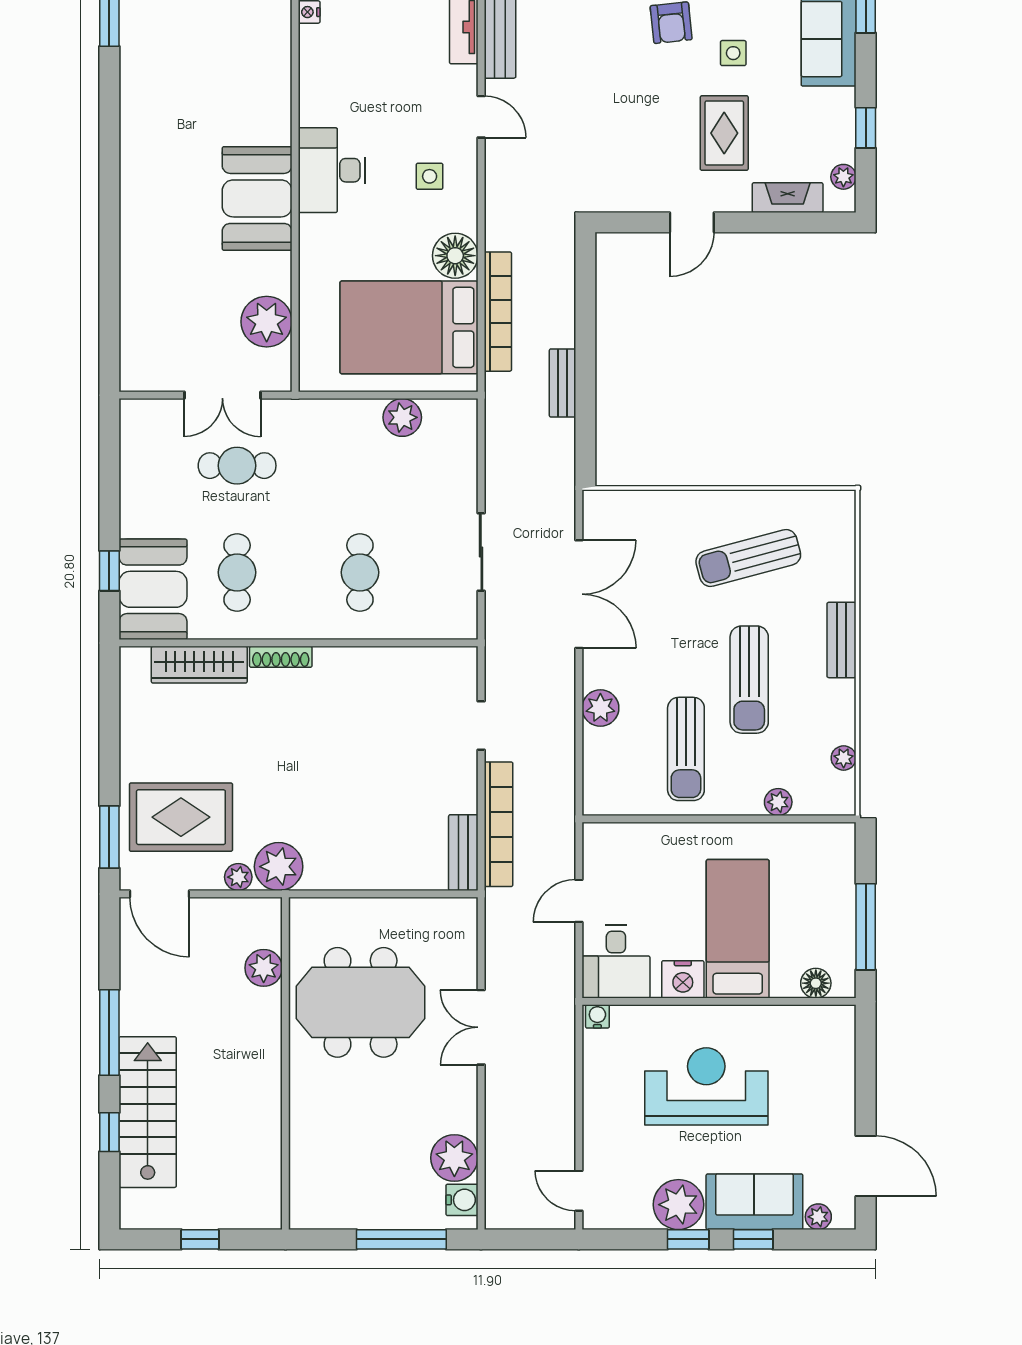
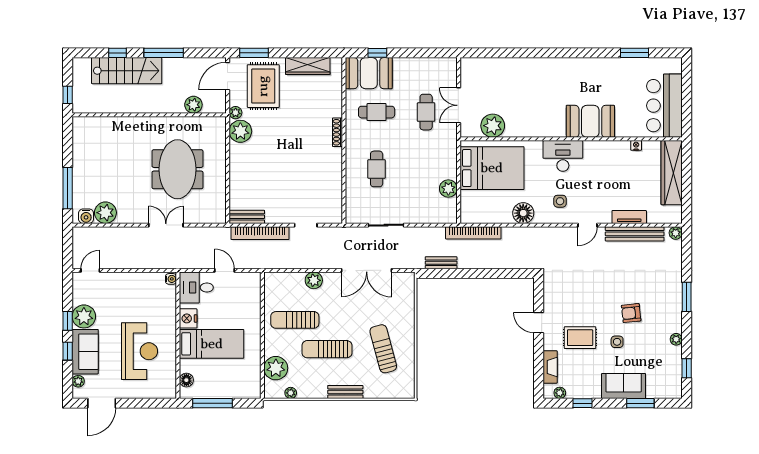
booth: (257, 198) -> (590, 121), moved
bookcase: (498, 312) -> (473, 233), moved
bed: (409, 327) -> (492, 168), moved, turned 90
bench: (563, 383) -> (441, 263), moved
cafe table: (360, 572) -> (377, 169), turned 90
wardrobe: (199, 665) -> (308, 66), moved, turned -90
plant: (778, 802) -> (276, 368), width x1.87, depth x1.87
plant: (264, 968) -> (193, 105), moved
wall: (285, 1063) -> (149, 115), moved
reception desk: (706, 1086) -> (140, 351), moved

